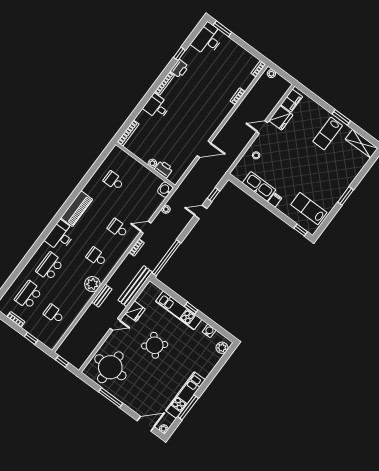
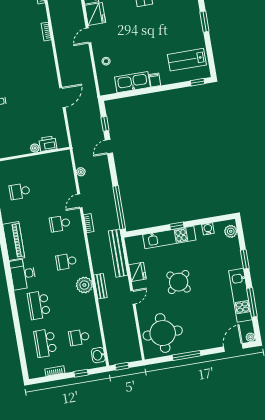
washbasin: (165, 190) -> (98, 355), moved
window: (212, 375) -> (245, 259), added

